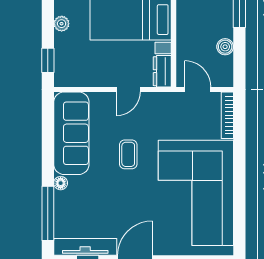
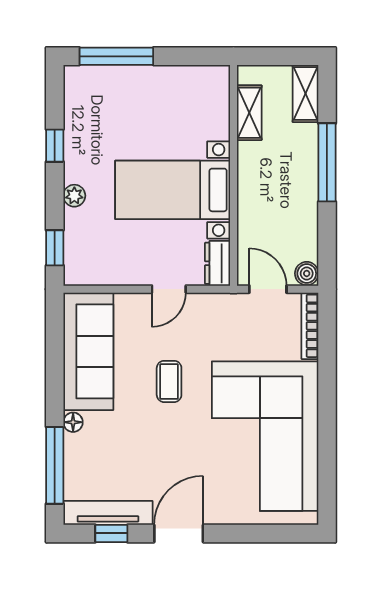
boiler: (225, 47) -> (307, 273), moved

